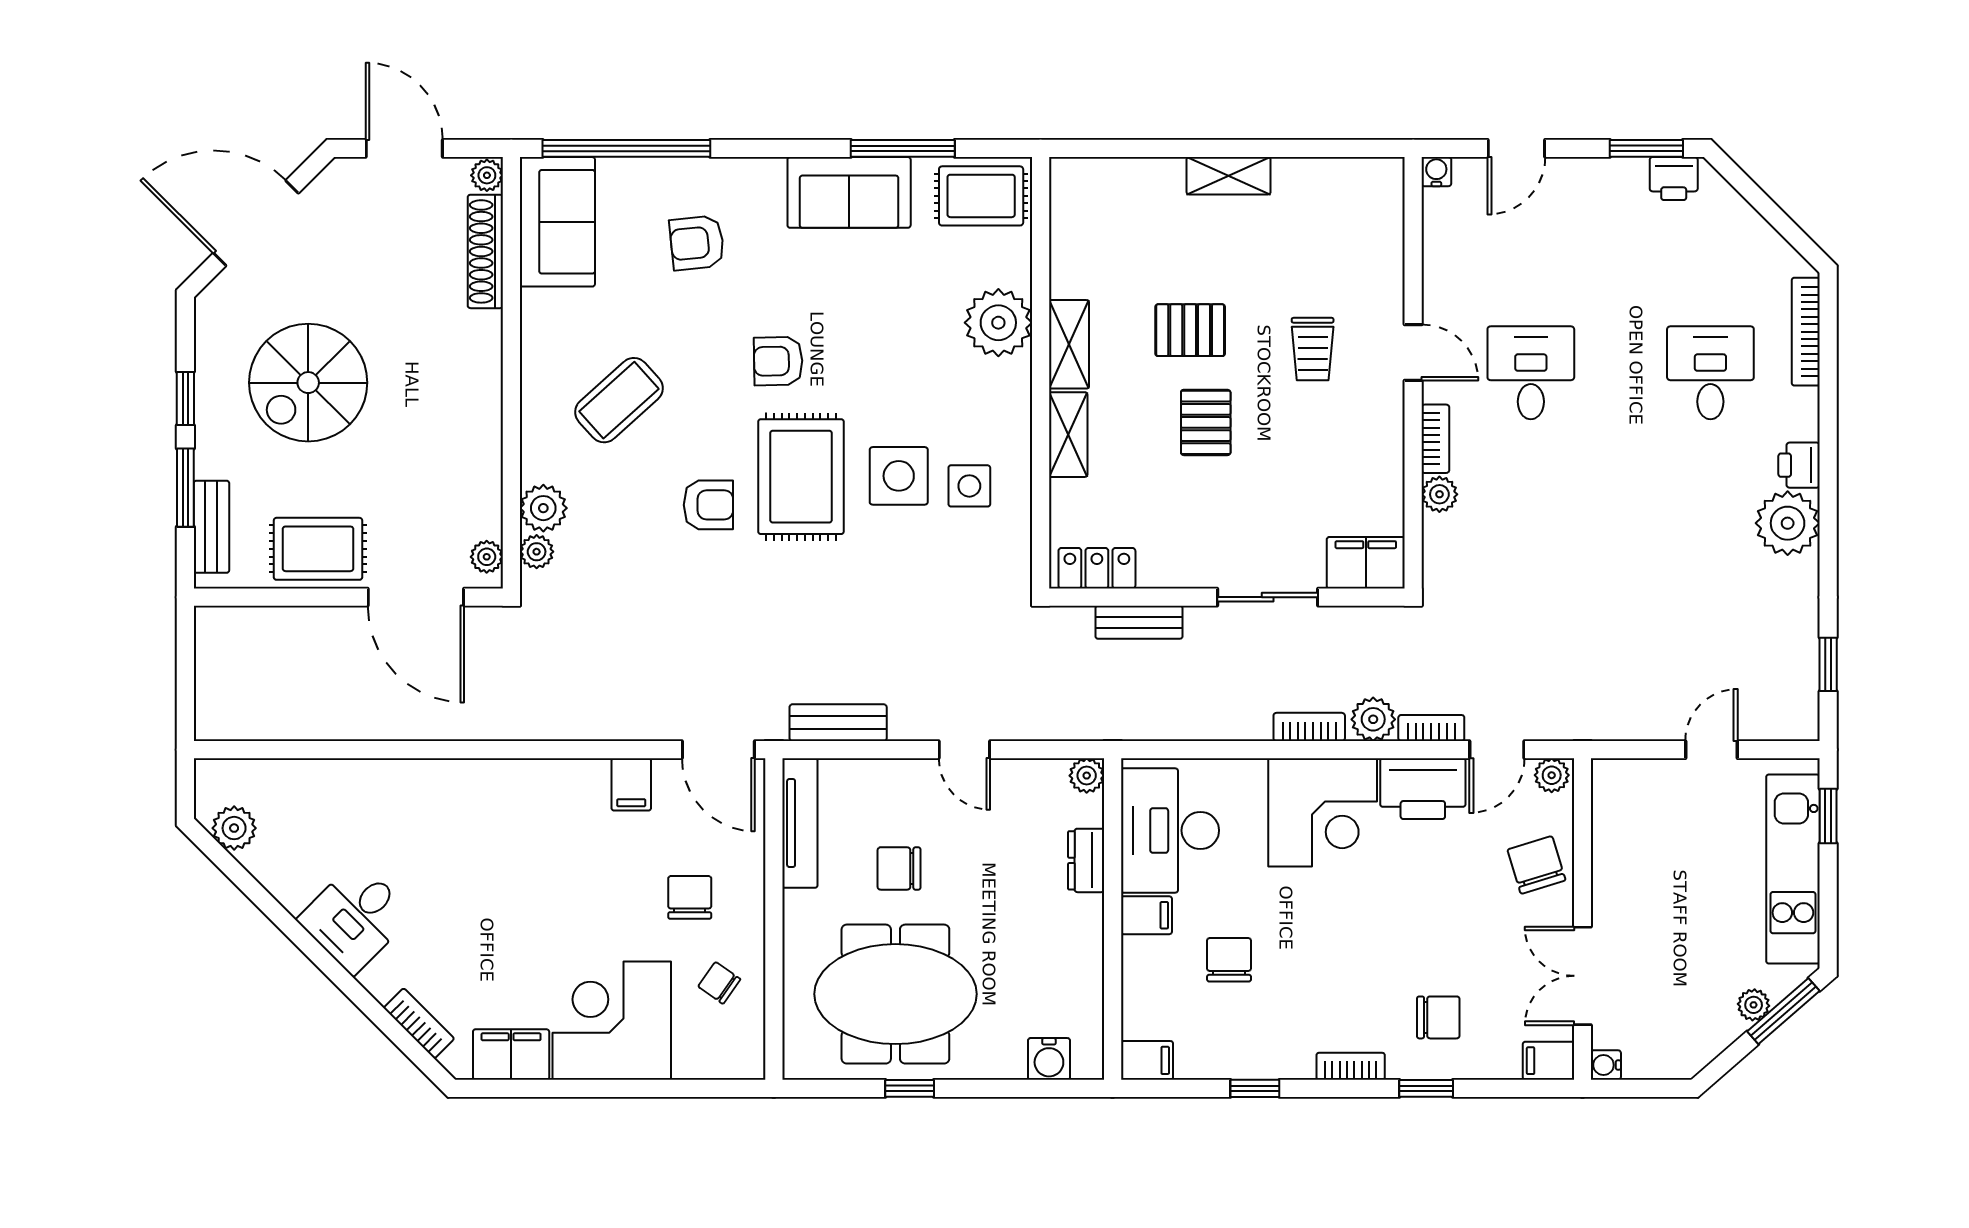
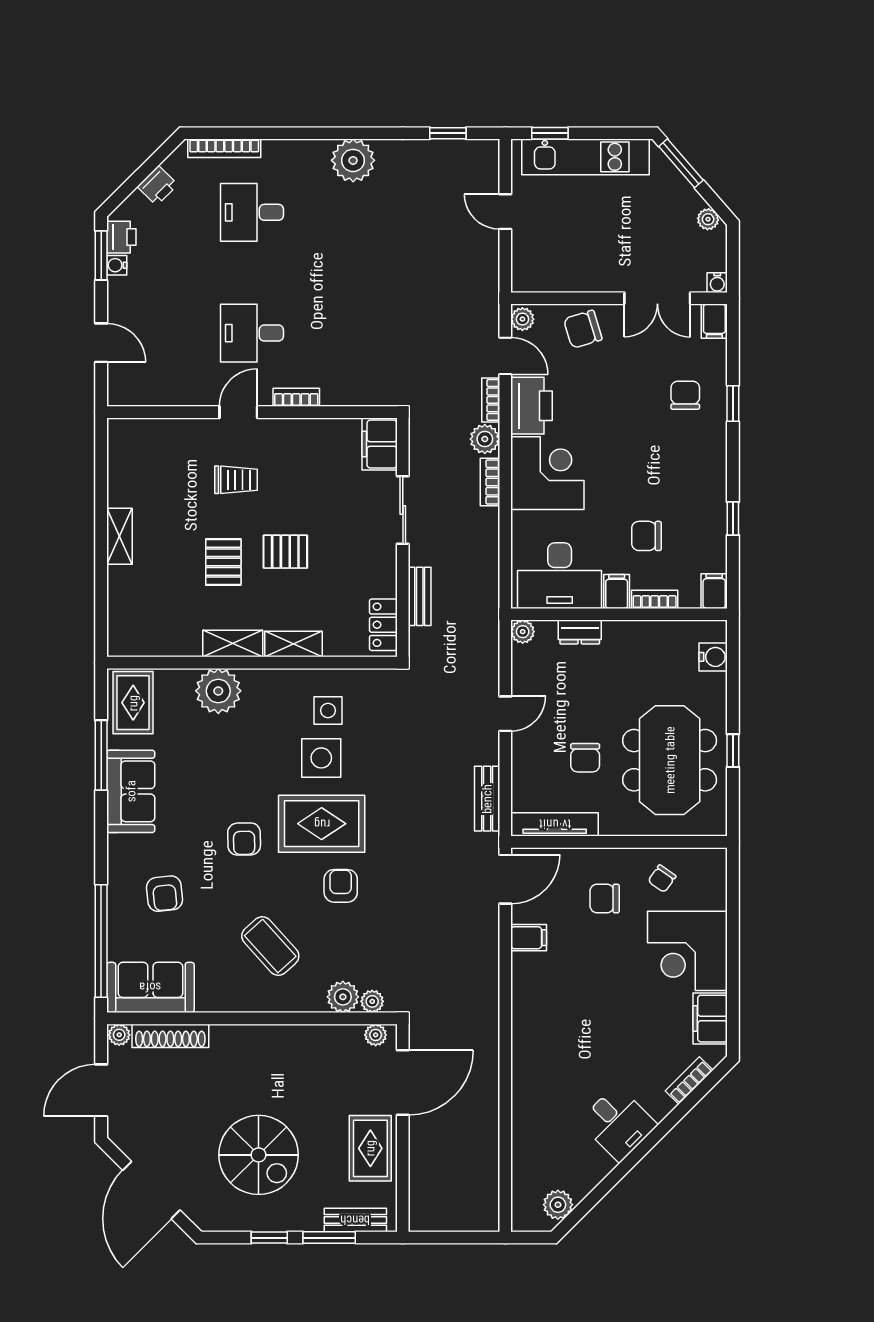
water cooler: (1436, 172) -> (117, 265), moved
printer: (1799, 465) -> (157, 186), moved, turned -45
plant: (1439, 494) -> (334, 394), removed
plant: (1754, 1005) -> (708, 219), moved
bookcase: (1351, 1066) -> (655, 599), moved, turned 90

